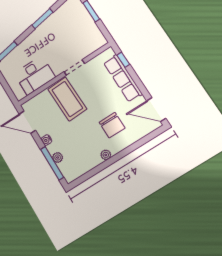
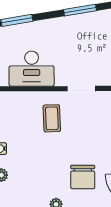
coffee table: (67, 99) -> (52, 118), width x0.54, depth x0.58

